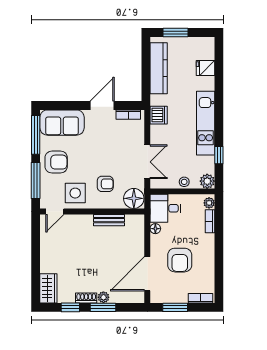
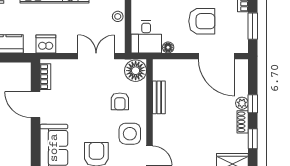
armchair: (105, 184) -> (120, 101), turned 180
window: (103, 307) -> (253, 104), width x0.67

